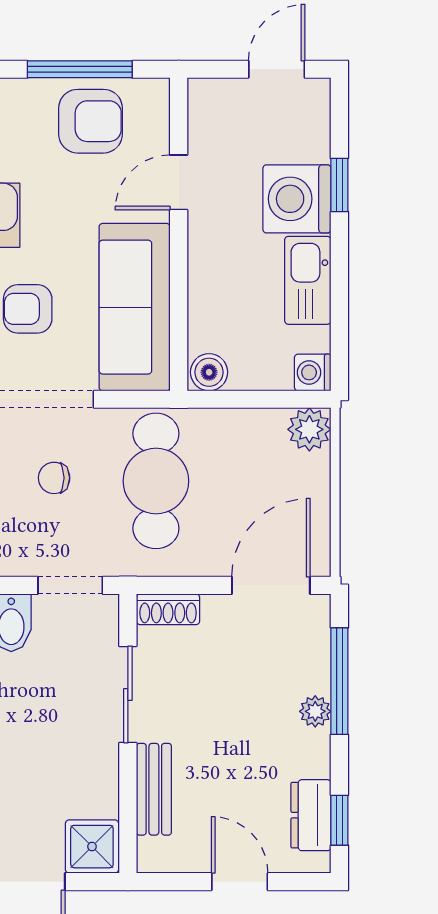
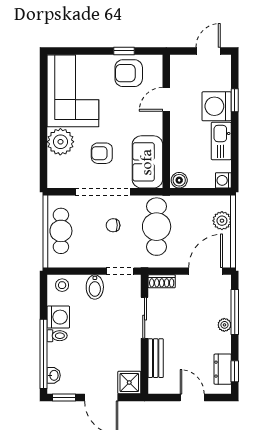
window: (80, 69) -> (124, 51), width x0.46
armchair: (91, 121) -> (129, 73), turned 180
sofa: (135, 307) -> (147, 162), width x0.73
plant: (309, 429) -> (222, 221), moved

